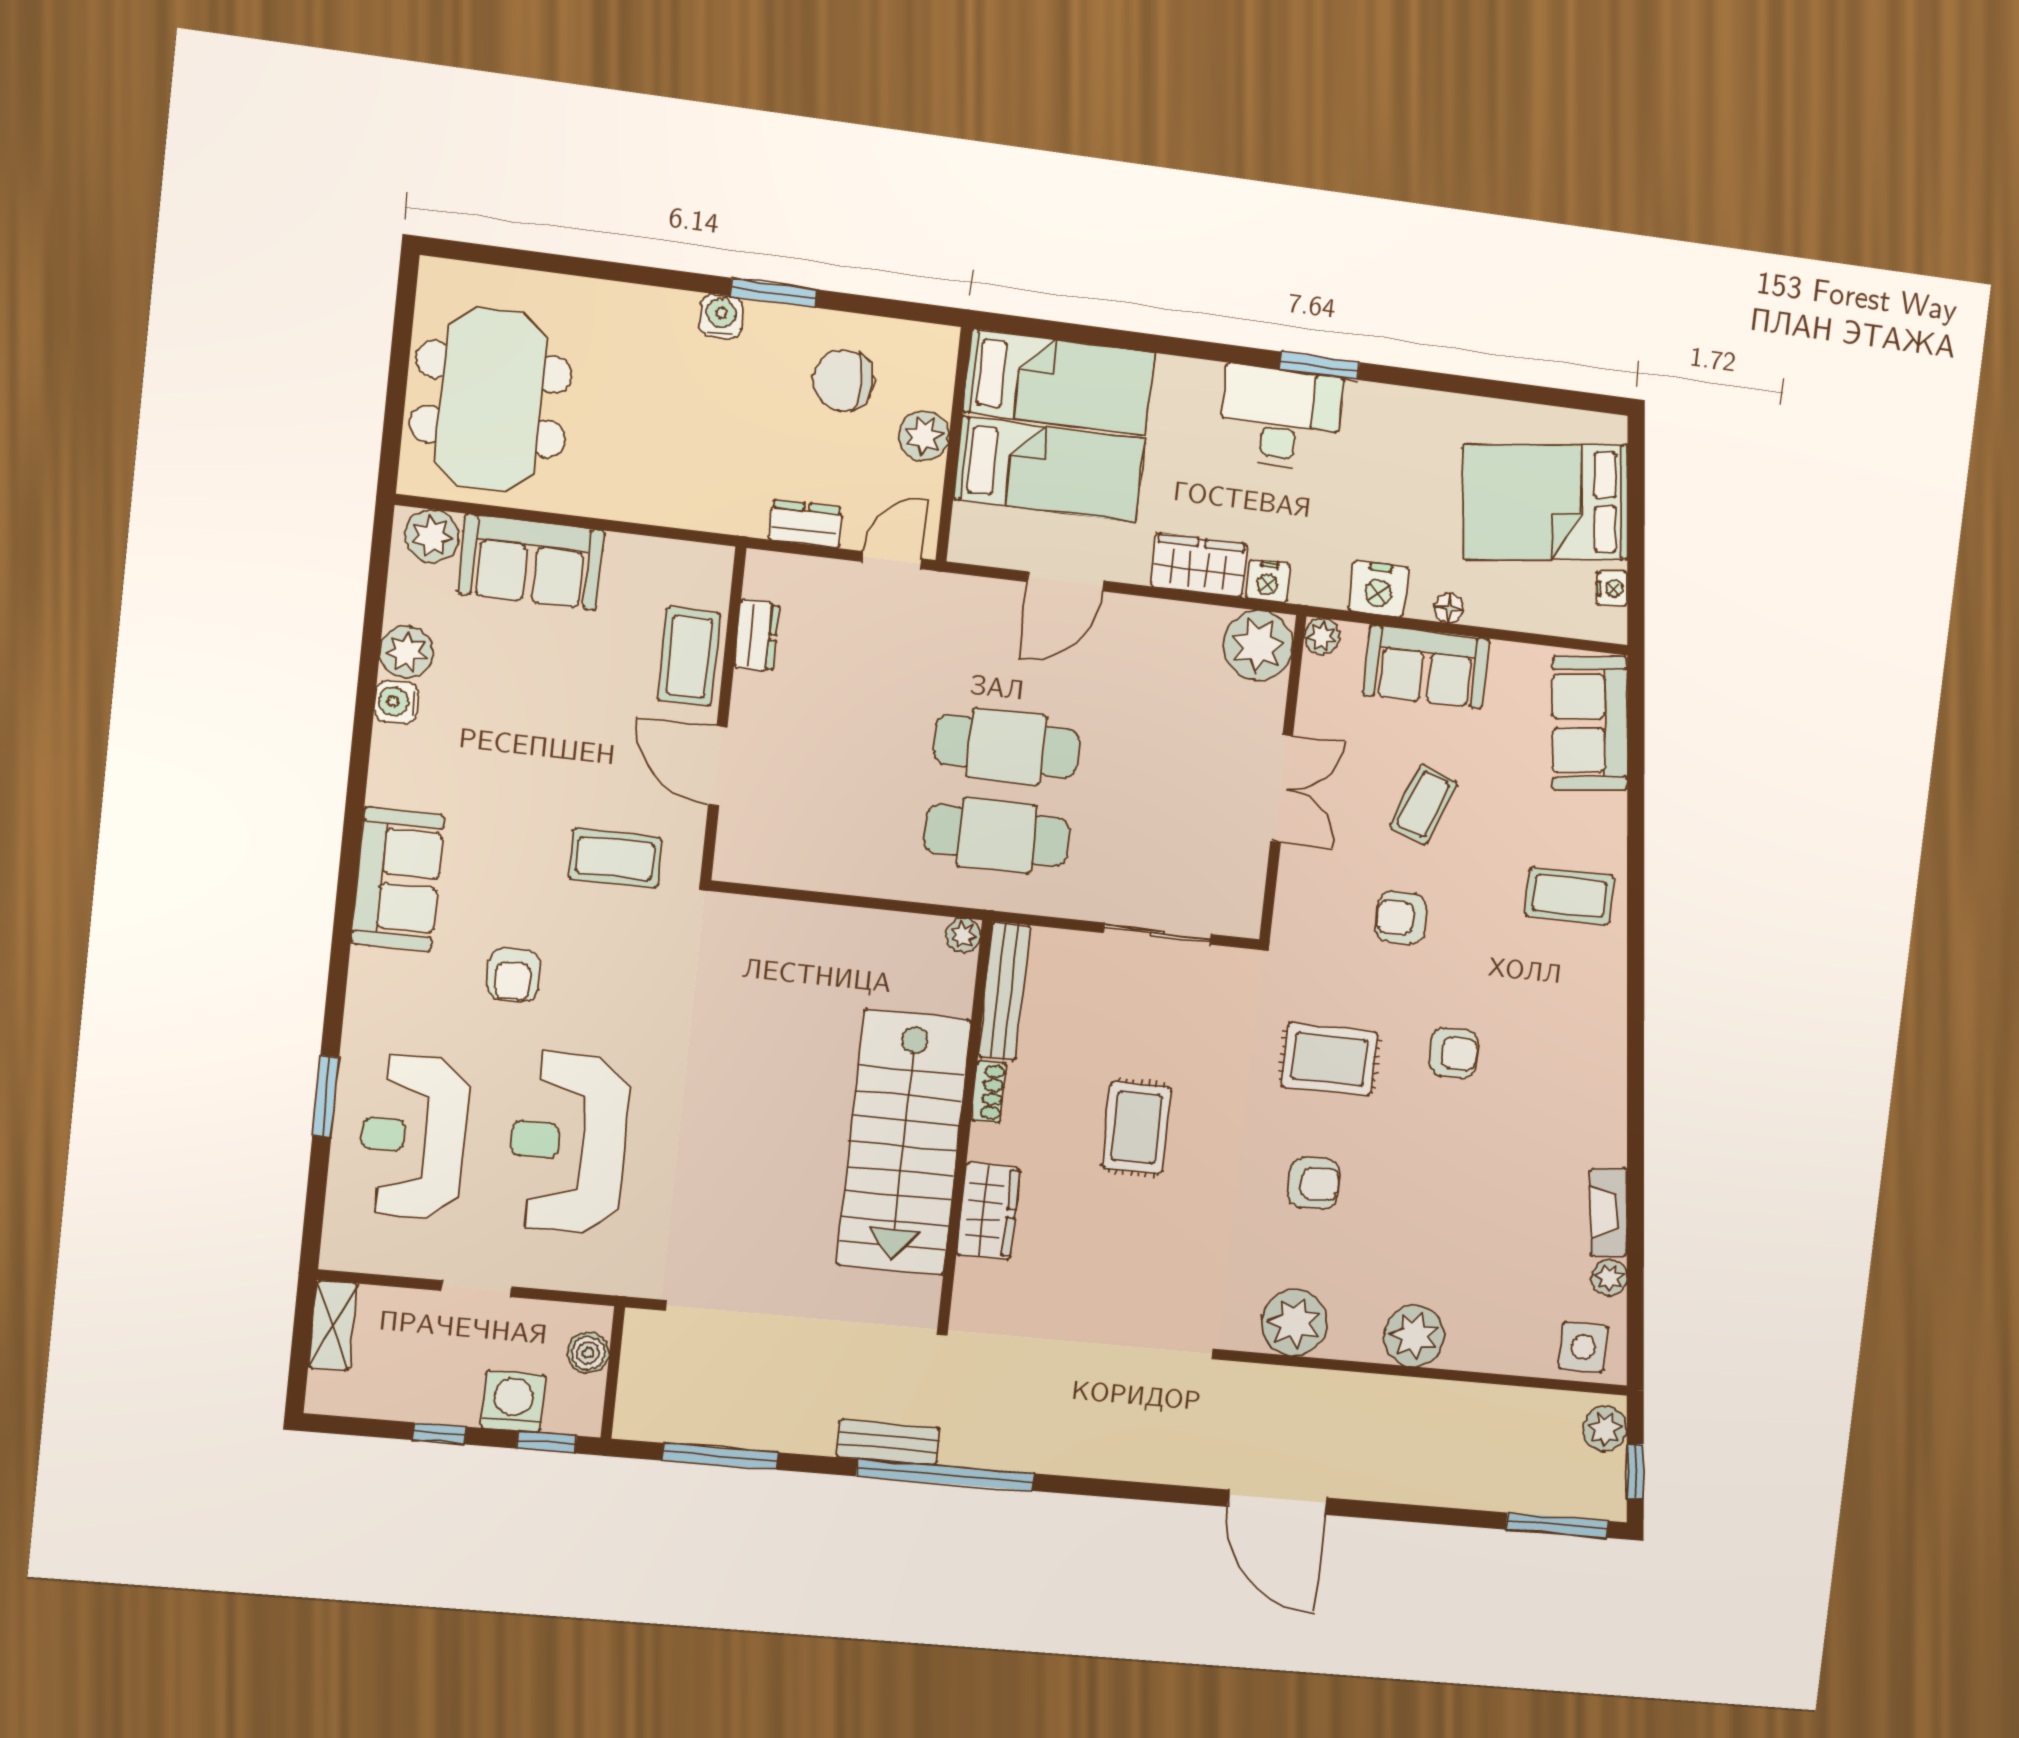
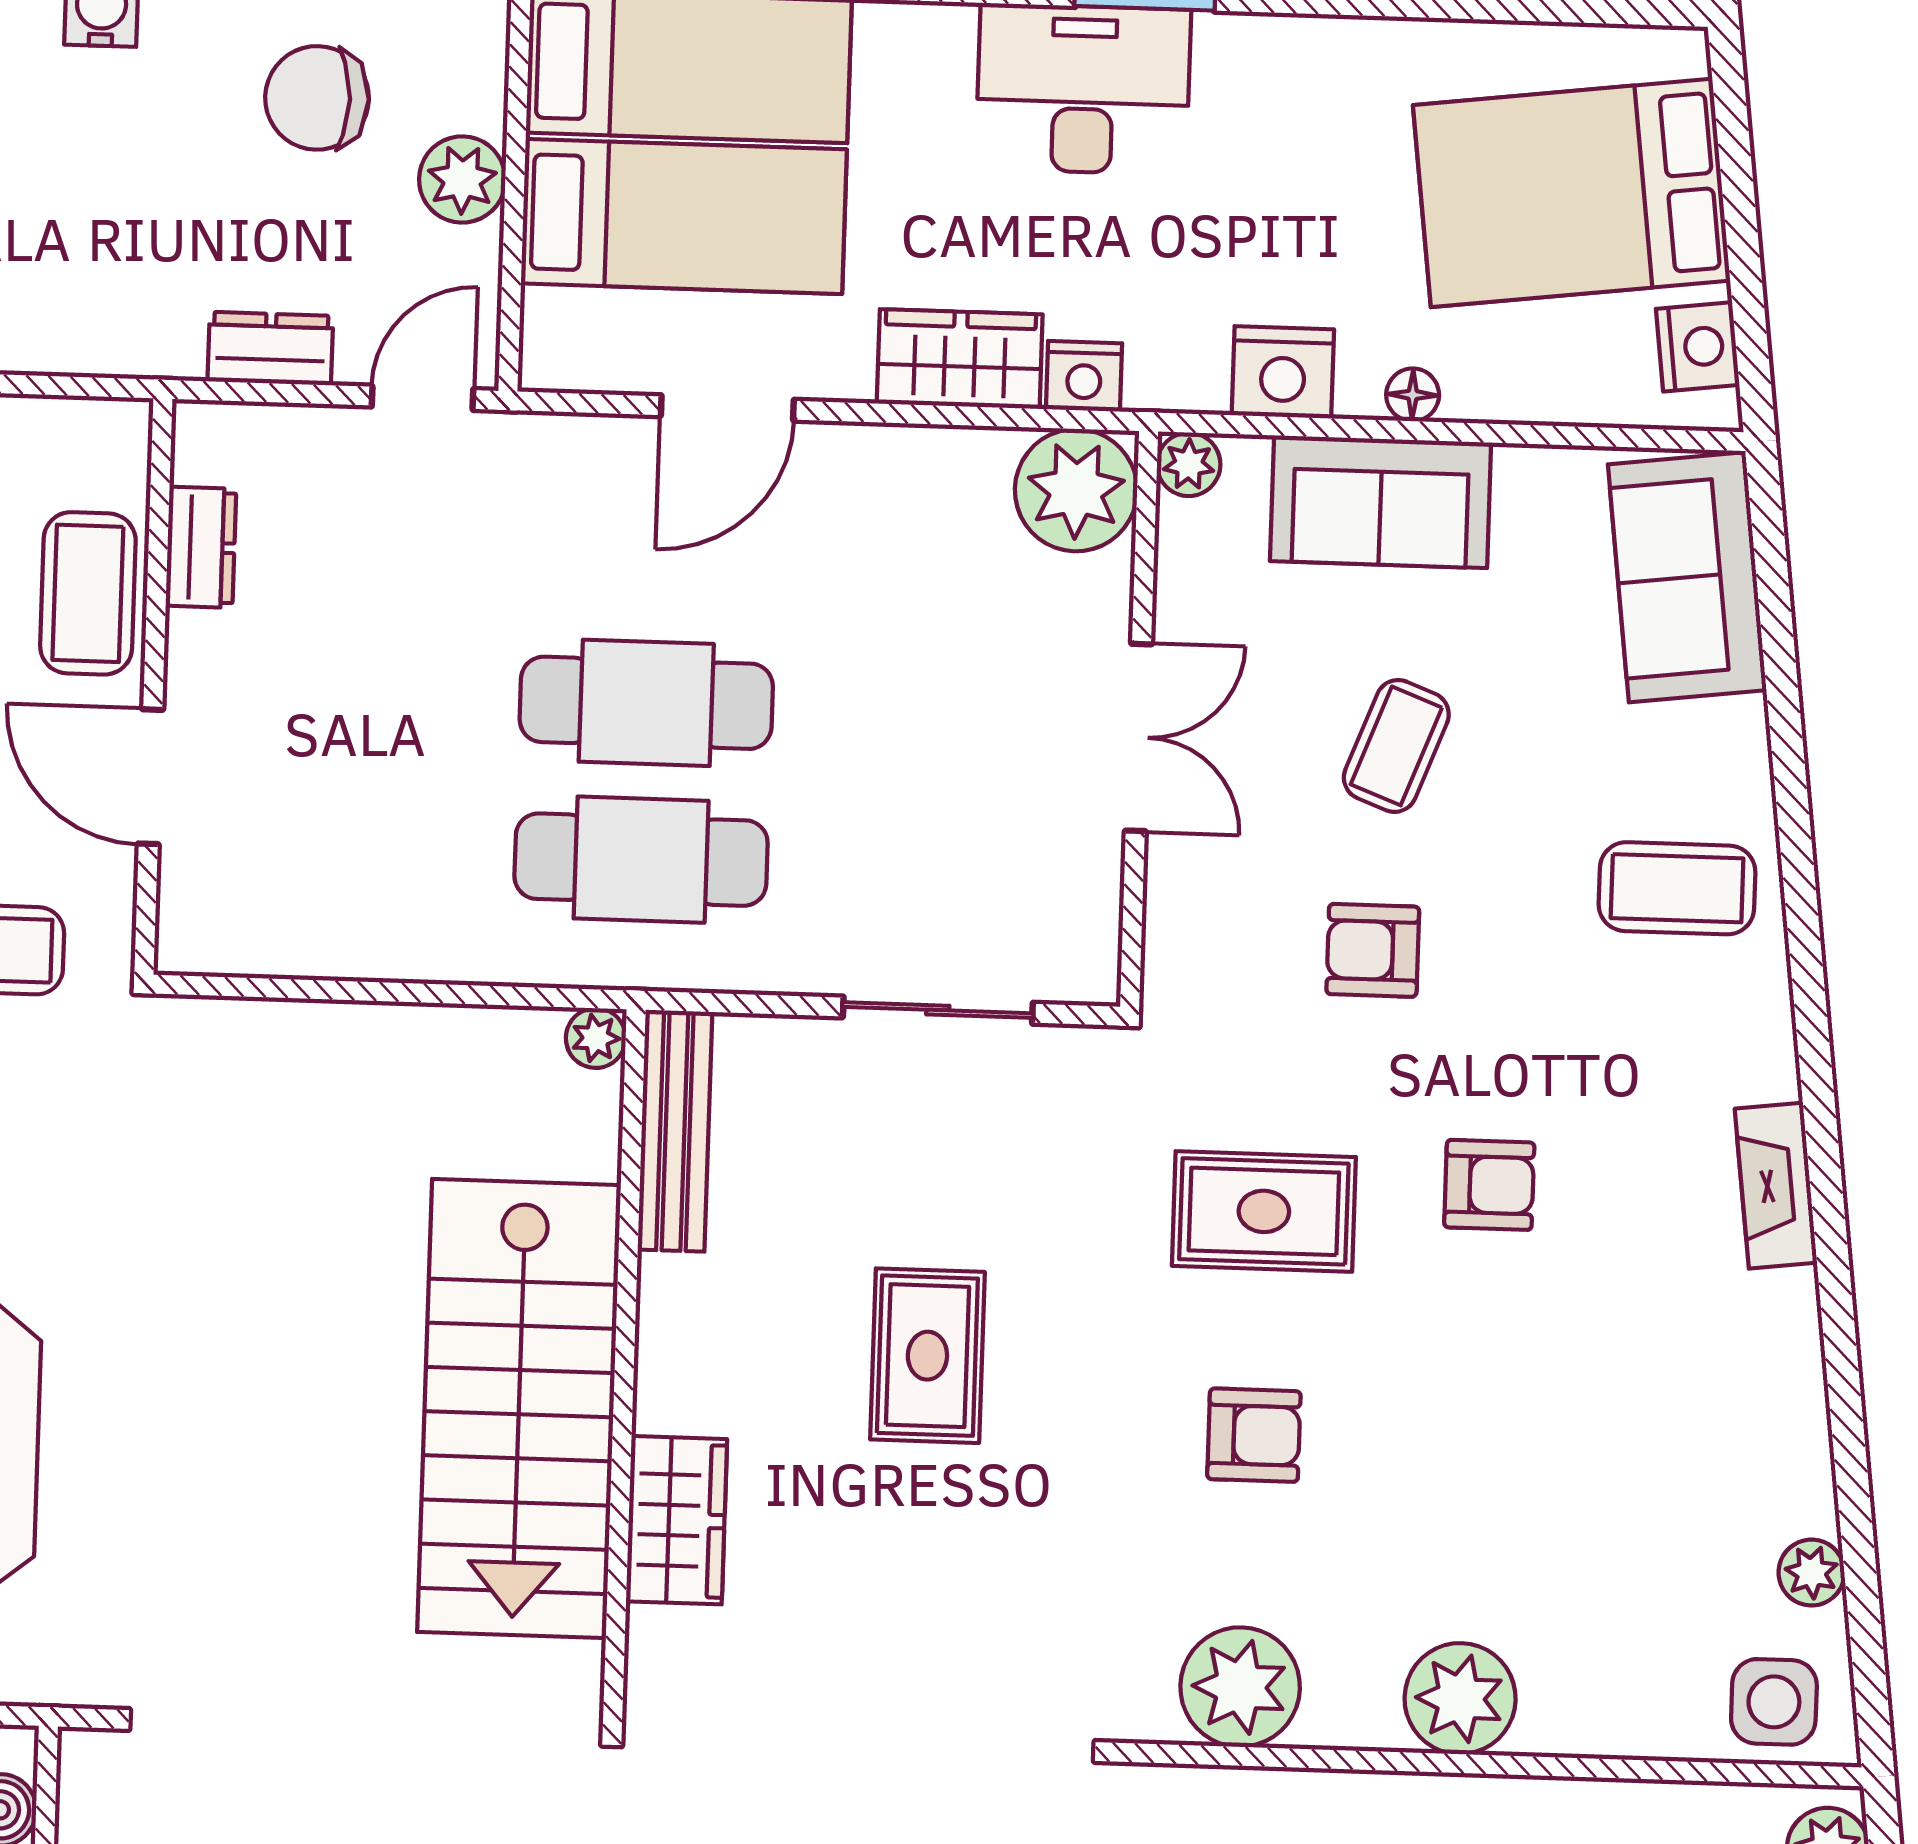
nightstand: (1612, 588) -> (1698, 347), width x1.39, depth x1.35
shoe rack: (989, 1092) -> (661, 1310), removed
fireplace: (1609, 1212) -> (1776, 1186), moved

